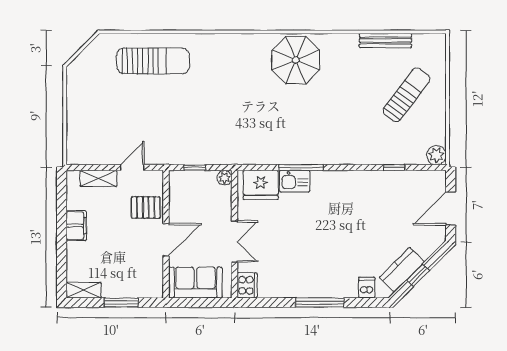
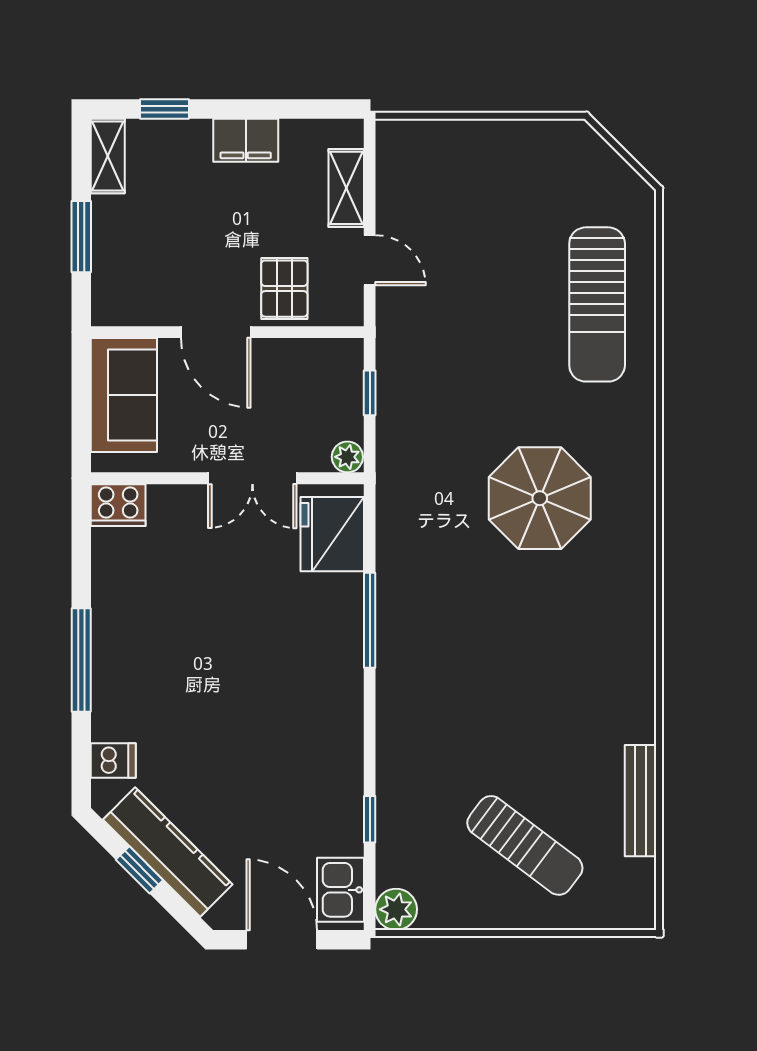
parasol: (296, 60) -> (540, 498), moved
kitchen sink: (295, 181) -> (341, 890), moved
double door: (234, 242) -> (252, 478), moved
window: (62, 264) -> (165, 109), added
kitchen counter: (402, 270) -> (168, 852), width x1.50

